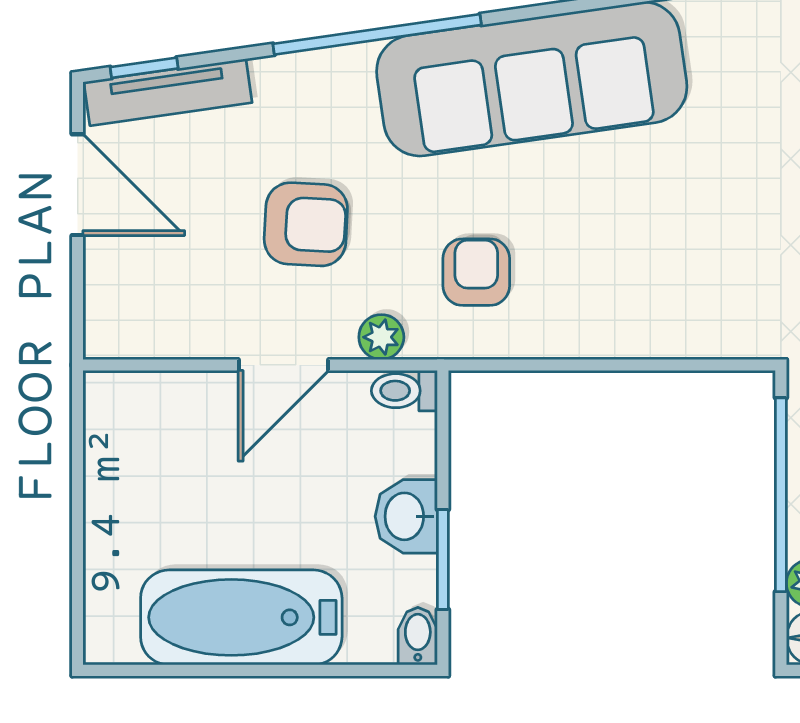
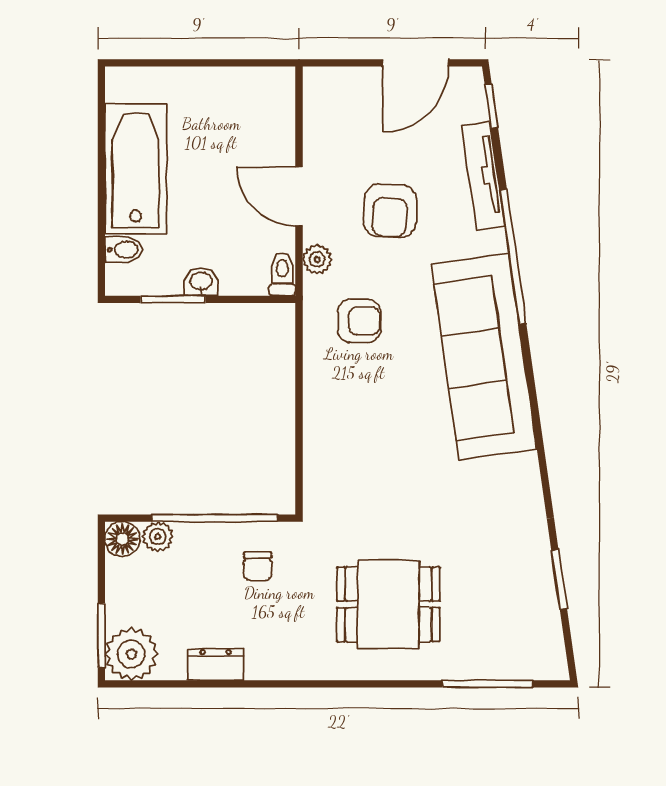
tv unit: (168, 92) -> (483, 176), moved
washbasin: (406, 516) -> (201, 282), width x0.72, depth x0.69
bidet: (418, 636) -> (124, 250), moved

